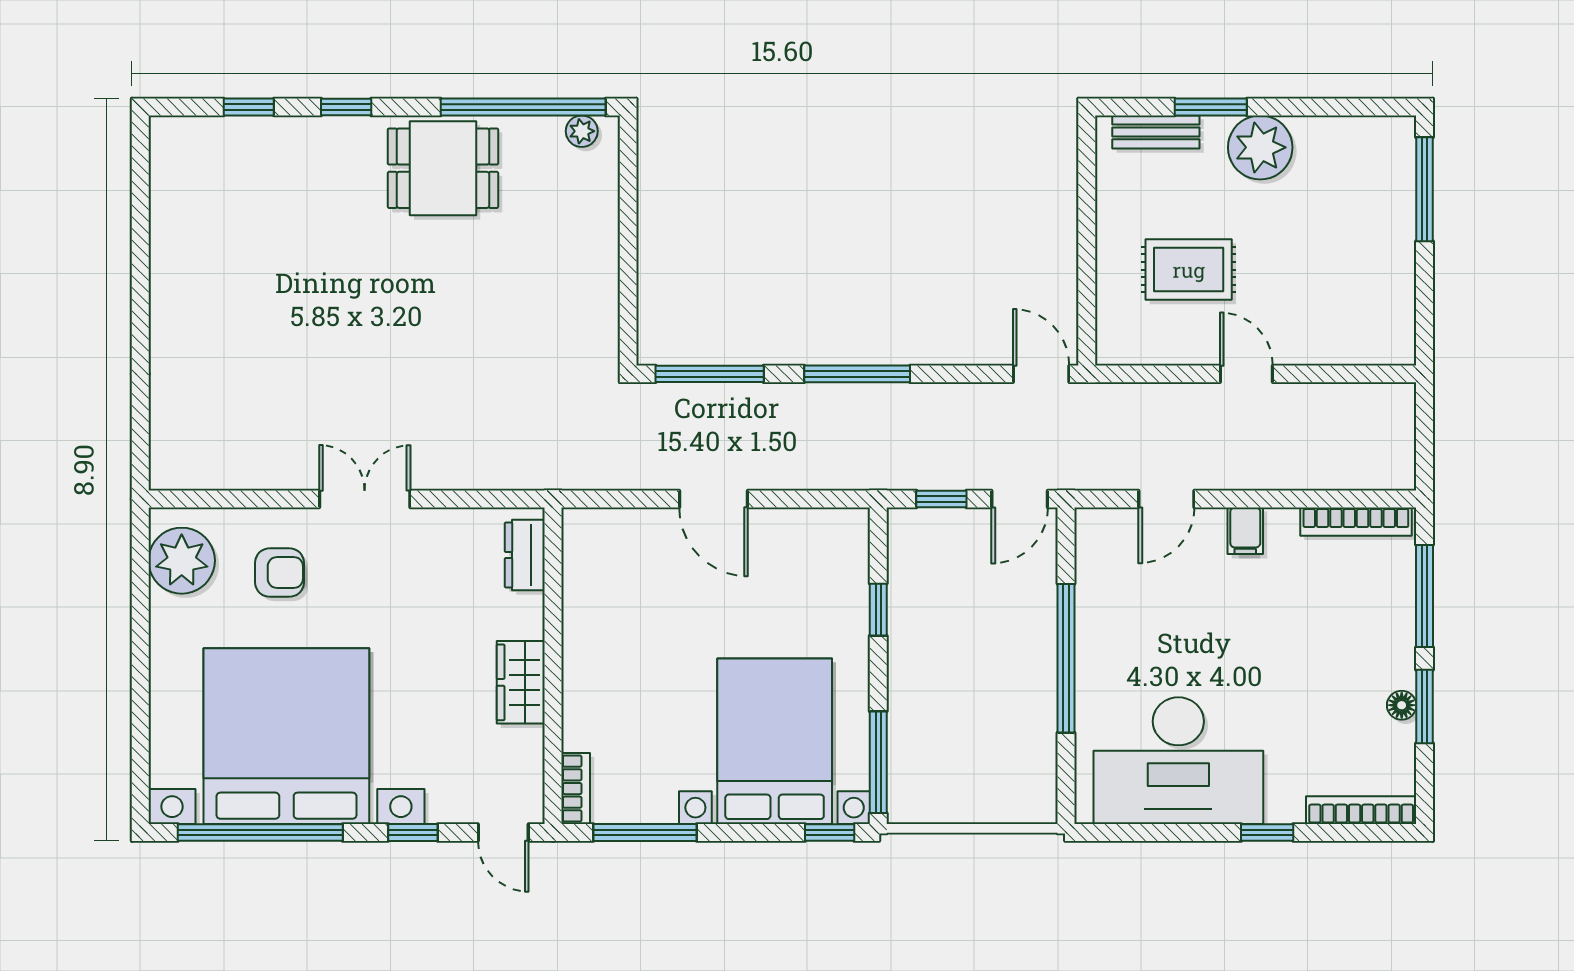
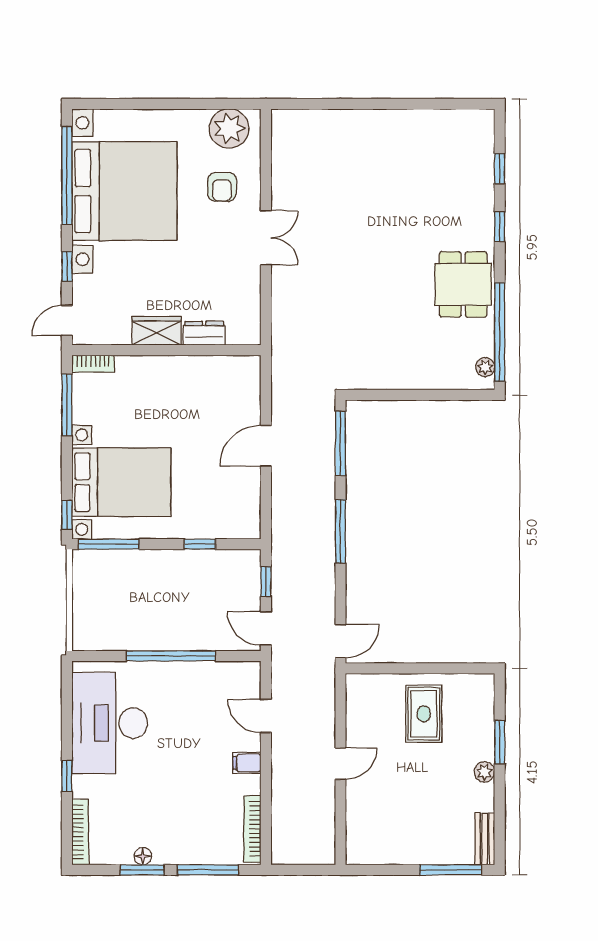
bench: (1156, 132) -> (485, 839), moved
plant: (1260, 147) -> (484, 772), width x0.53, depth x0.53
rug: (1189, 270) -> (424, 714), moved
dresser: (525, 555) -> (204, 333), moved

